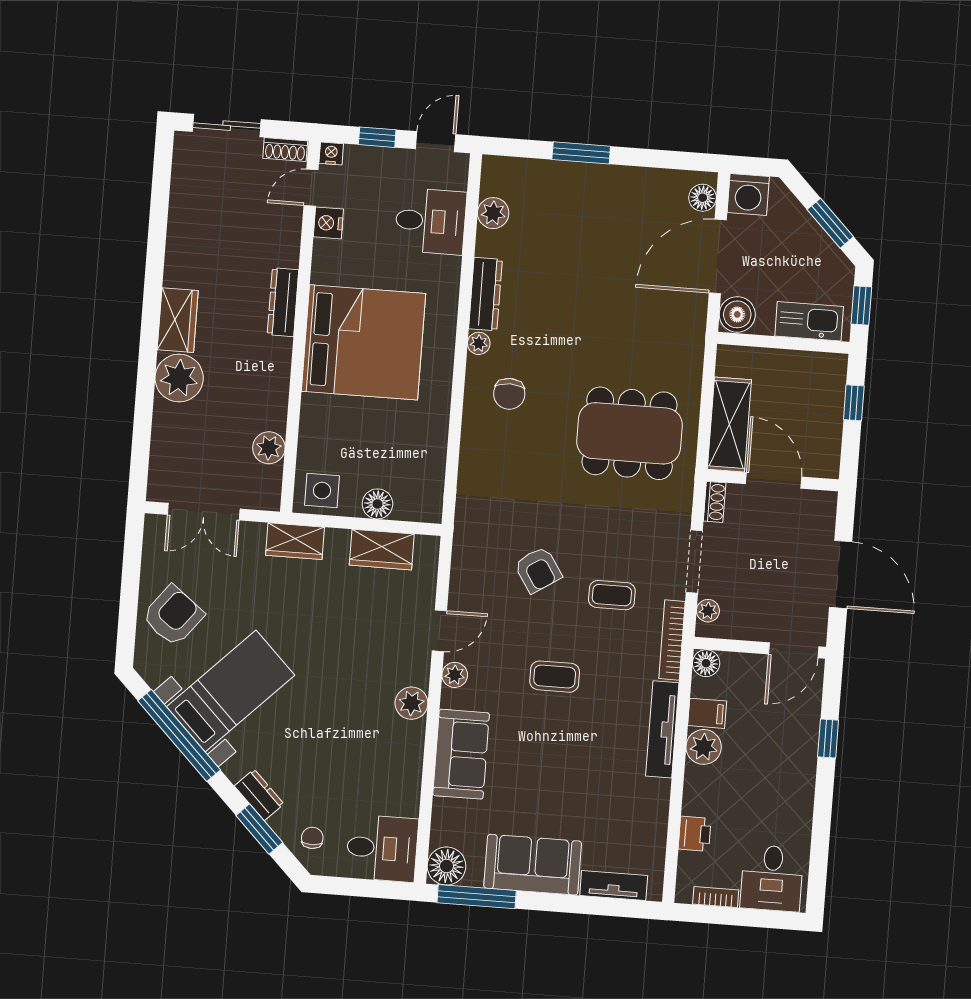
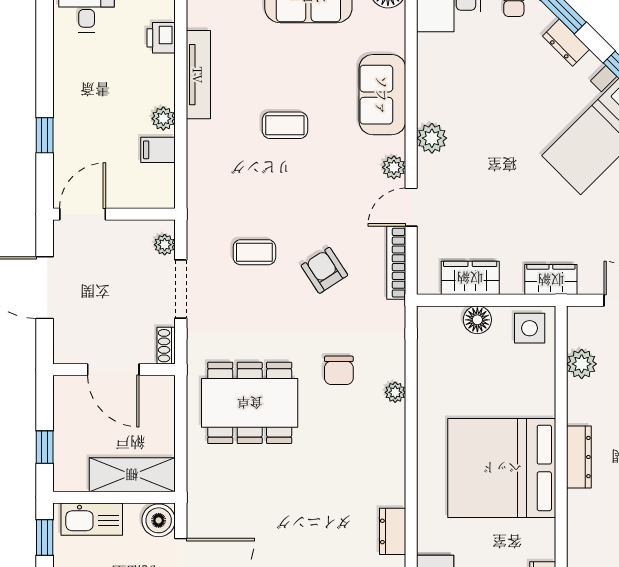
dresser: (485, 294) -> (393, 531), width x0.70
dresser: (283, 302) -> (579, 457), moved
plant: (479, 343) -> (395, 392), moved
chair: (509, 394) -> (339, 370), moved, turned 180
shelving: (729, 425) -> (132, 475), moved, turned 90
bookcase: (672, 640) -> (396, 263), moved, turned 180
floor lamp: (706, 663) -> (163, 196), removed
coffee table: (555, 677) -> (285, 125), moved
tv unit: (662, 729) -> (198, 75), moved
plant: (704, 747) -> (163, 119), width x0.73, depth x0.73

